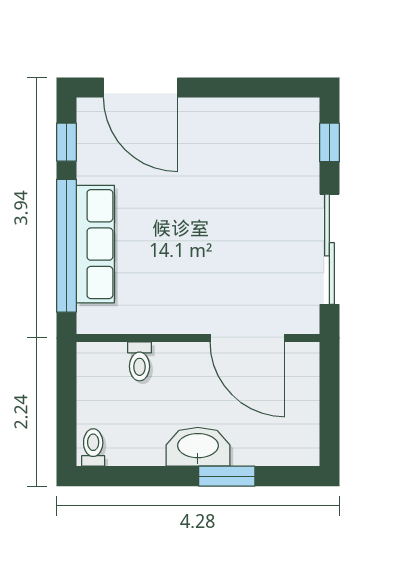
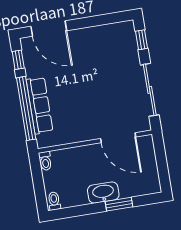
toilet: (139, 361) -> (45, 161), moved

